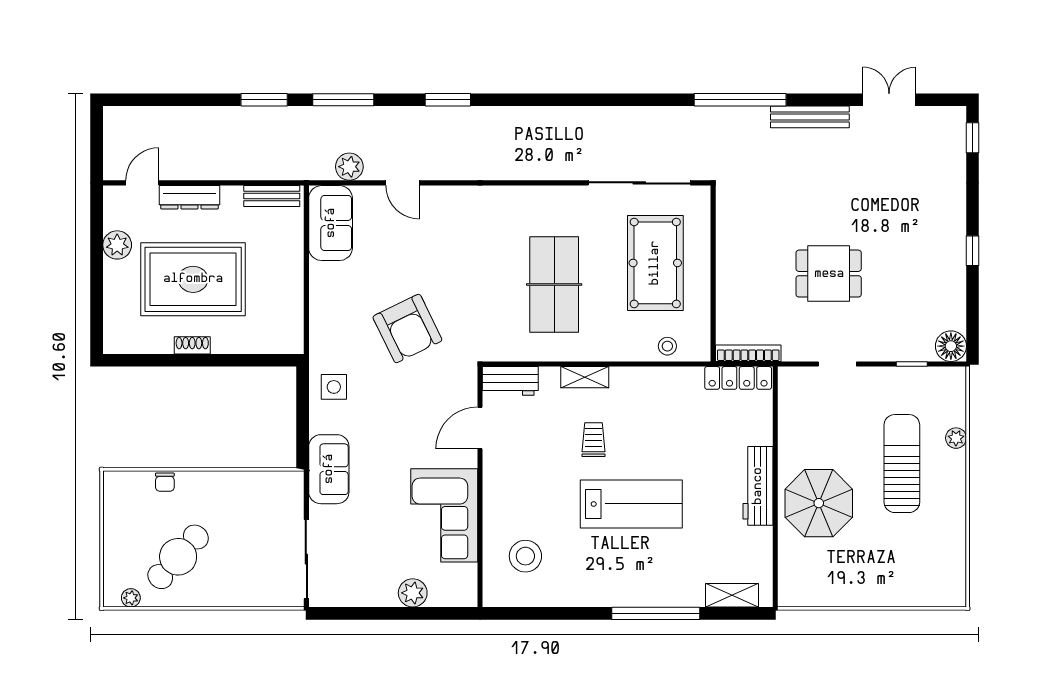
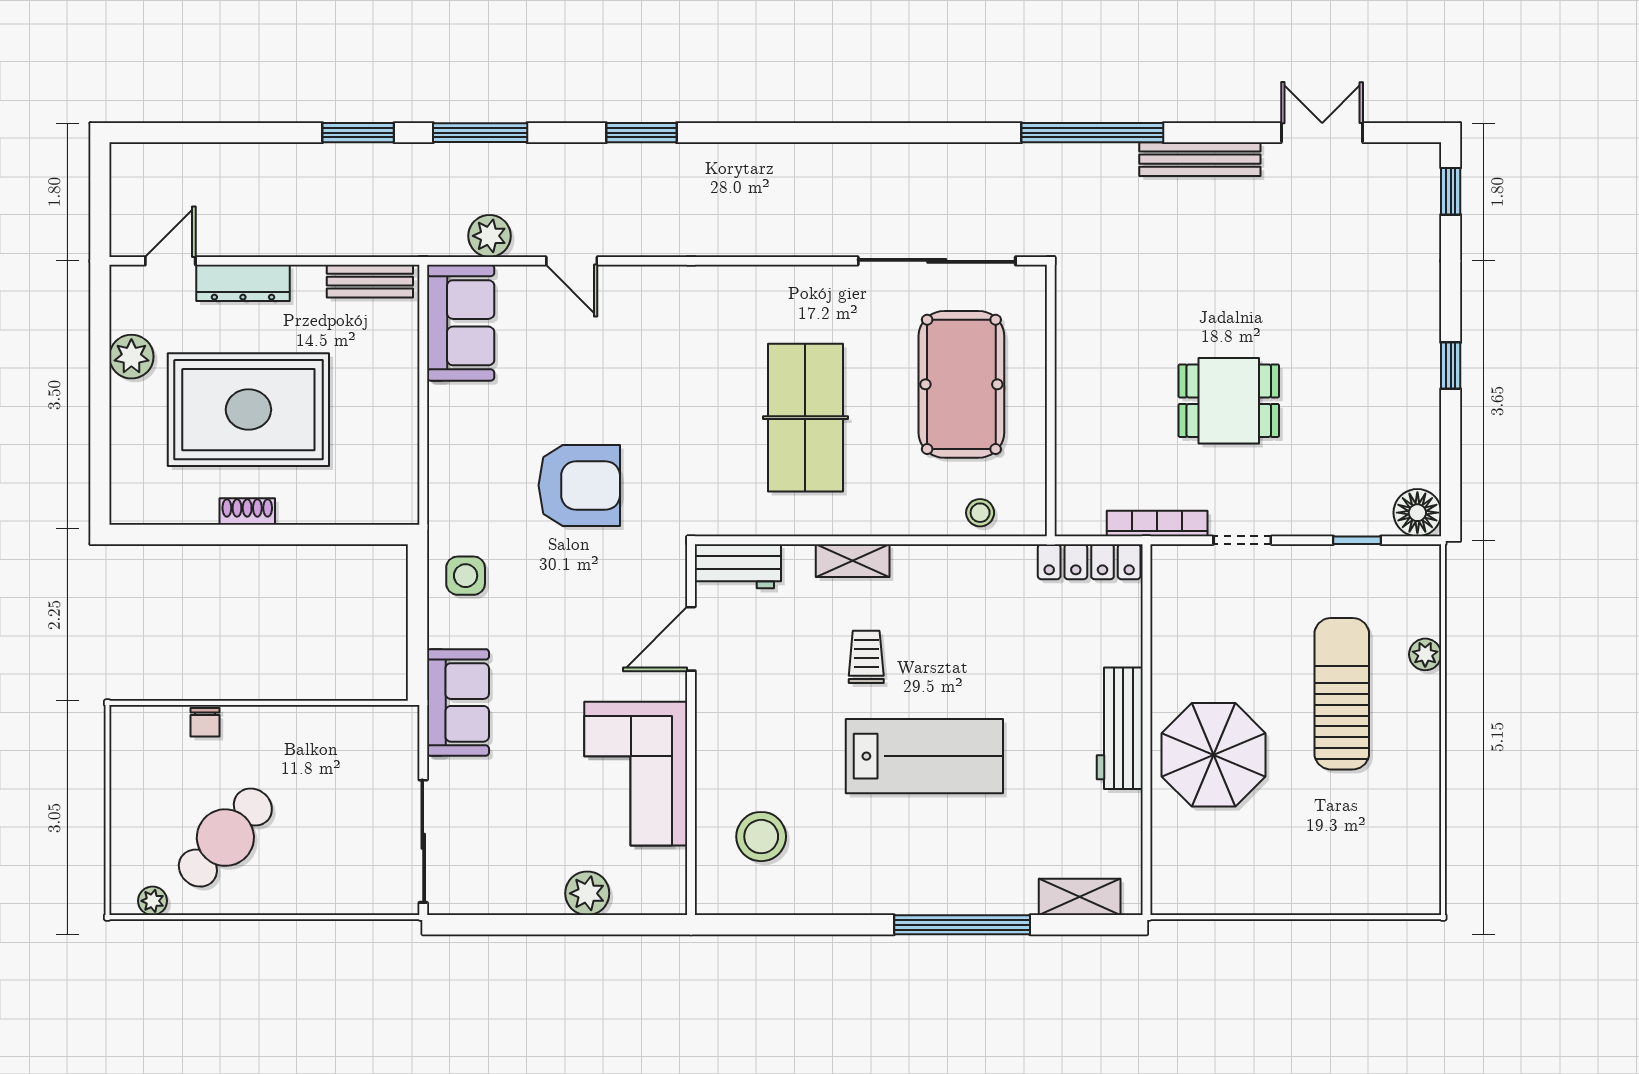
armchair: (407, 328) -> (579, 485), turned -64
bookcase: (748, 353) -> (1157, 524), moved

